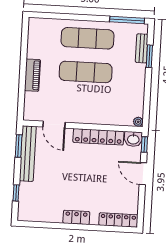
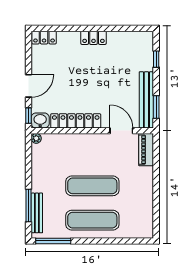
bench: (142, 48) -> (37, 213), width x1.36
window: (149, 56) -> (29, 206), width x1.44
piano: (32, 75) -> (146, 150), moved
door: (143, 174) -> (29, 86), hinge flipped
locker: (118, 220) -> (44, 38), width x0.66

